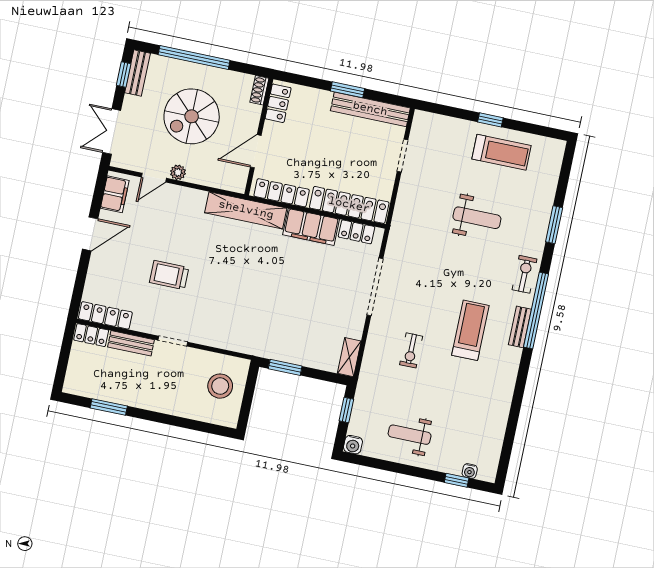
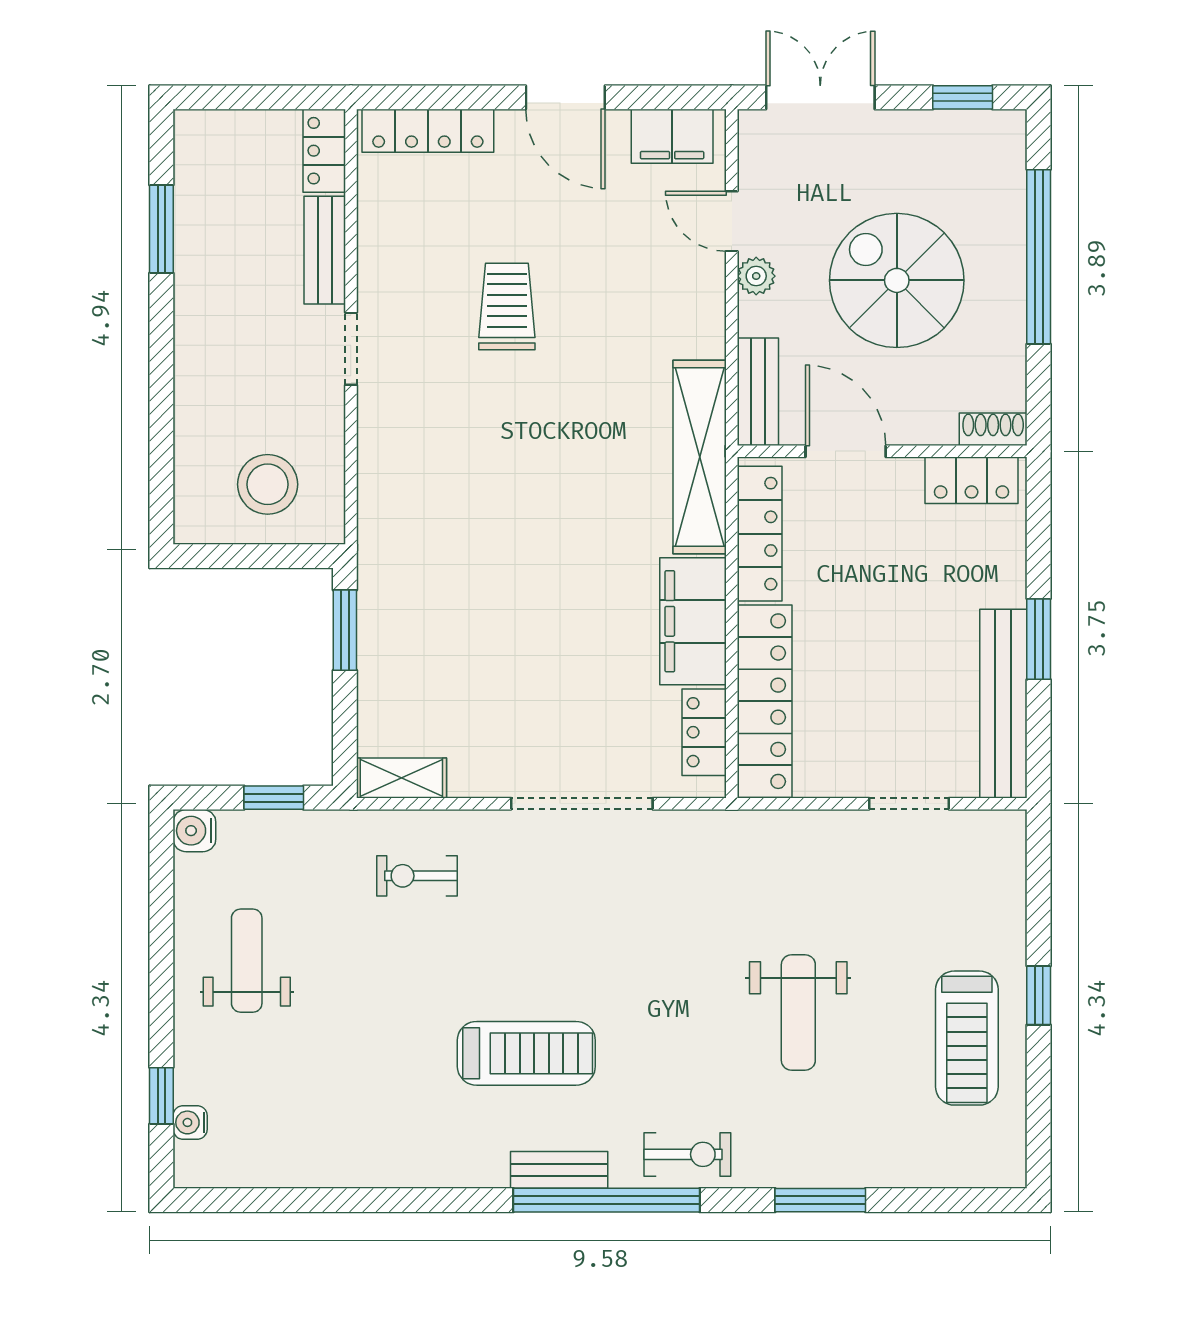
bench: (138, 73) -> (758, 392), moved, turned 90
locker: (105, 315) -> (428, 131), moved, turned 90
exercise bike: (411, 350) -> (417, 876), moved

